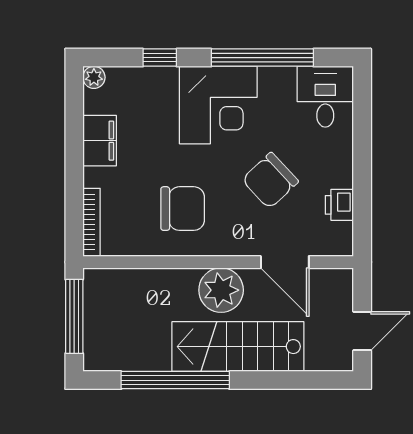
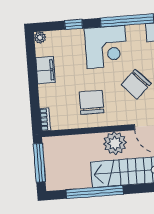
chair: (183, 209) -> (92, 102), turned -90
bookcase: (92, 222) -> (45, 119), width x0.64

